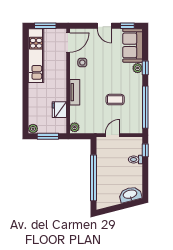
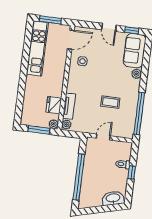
window: (145, 68) -> (144, 75), removed
tv unit: (75, 92) -> (69, 106), moved
plant: (33, 129) -> (54, 124), moved
window: (145, 150) -> (132, 172), moved

